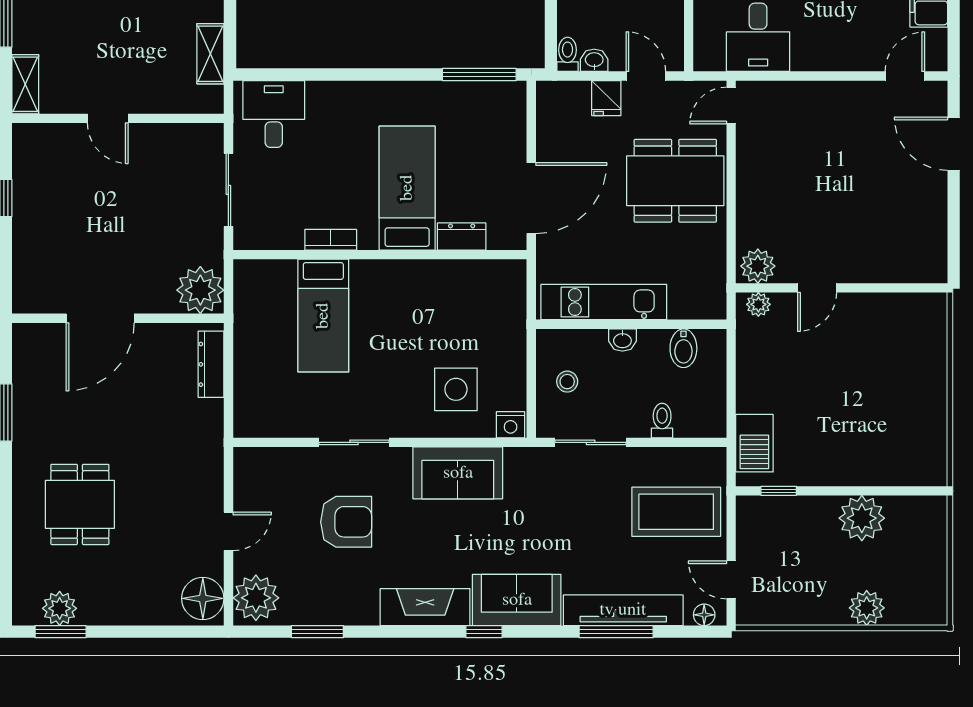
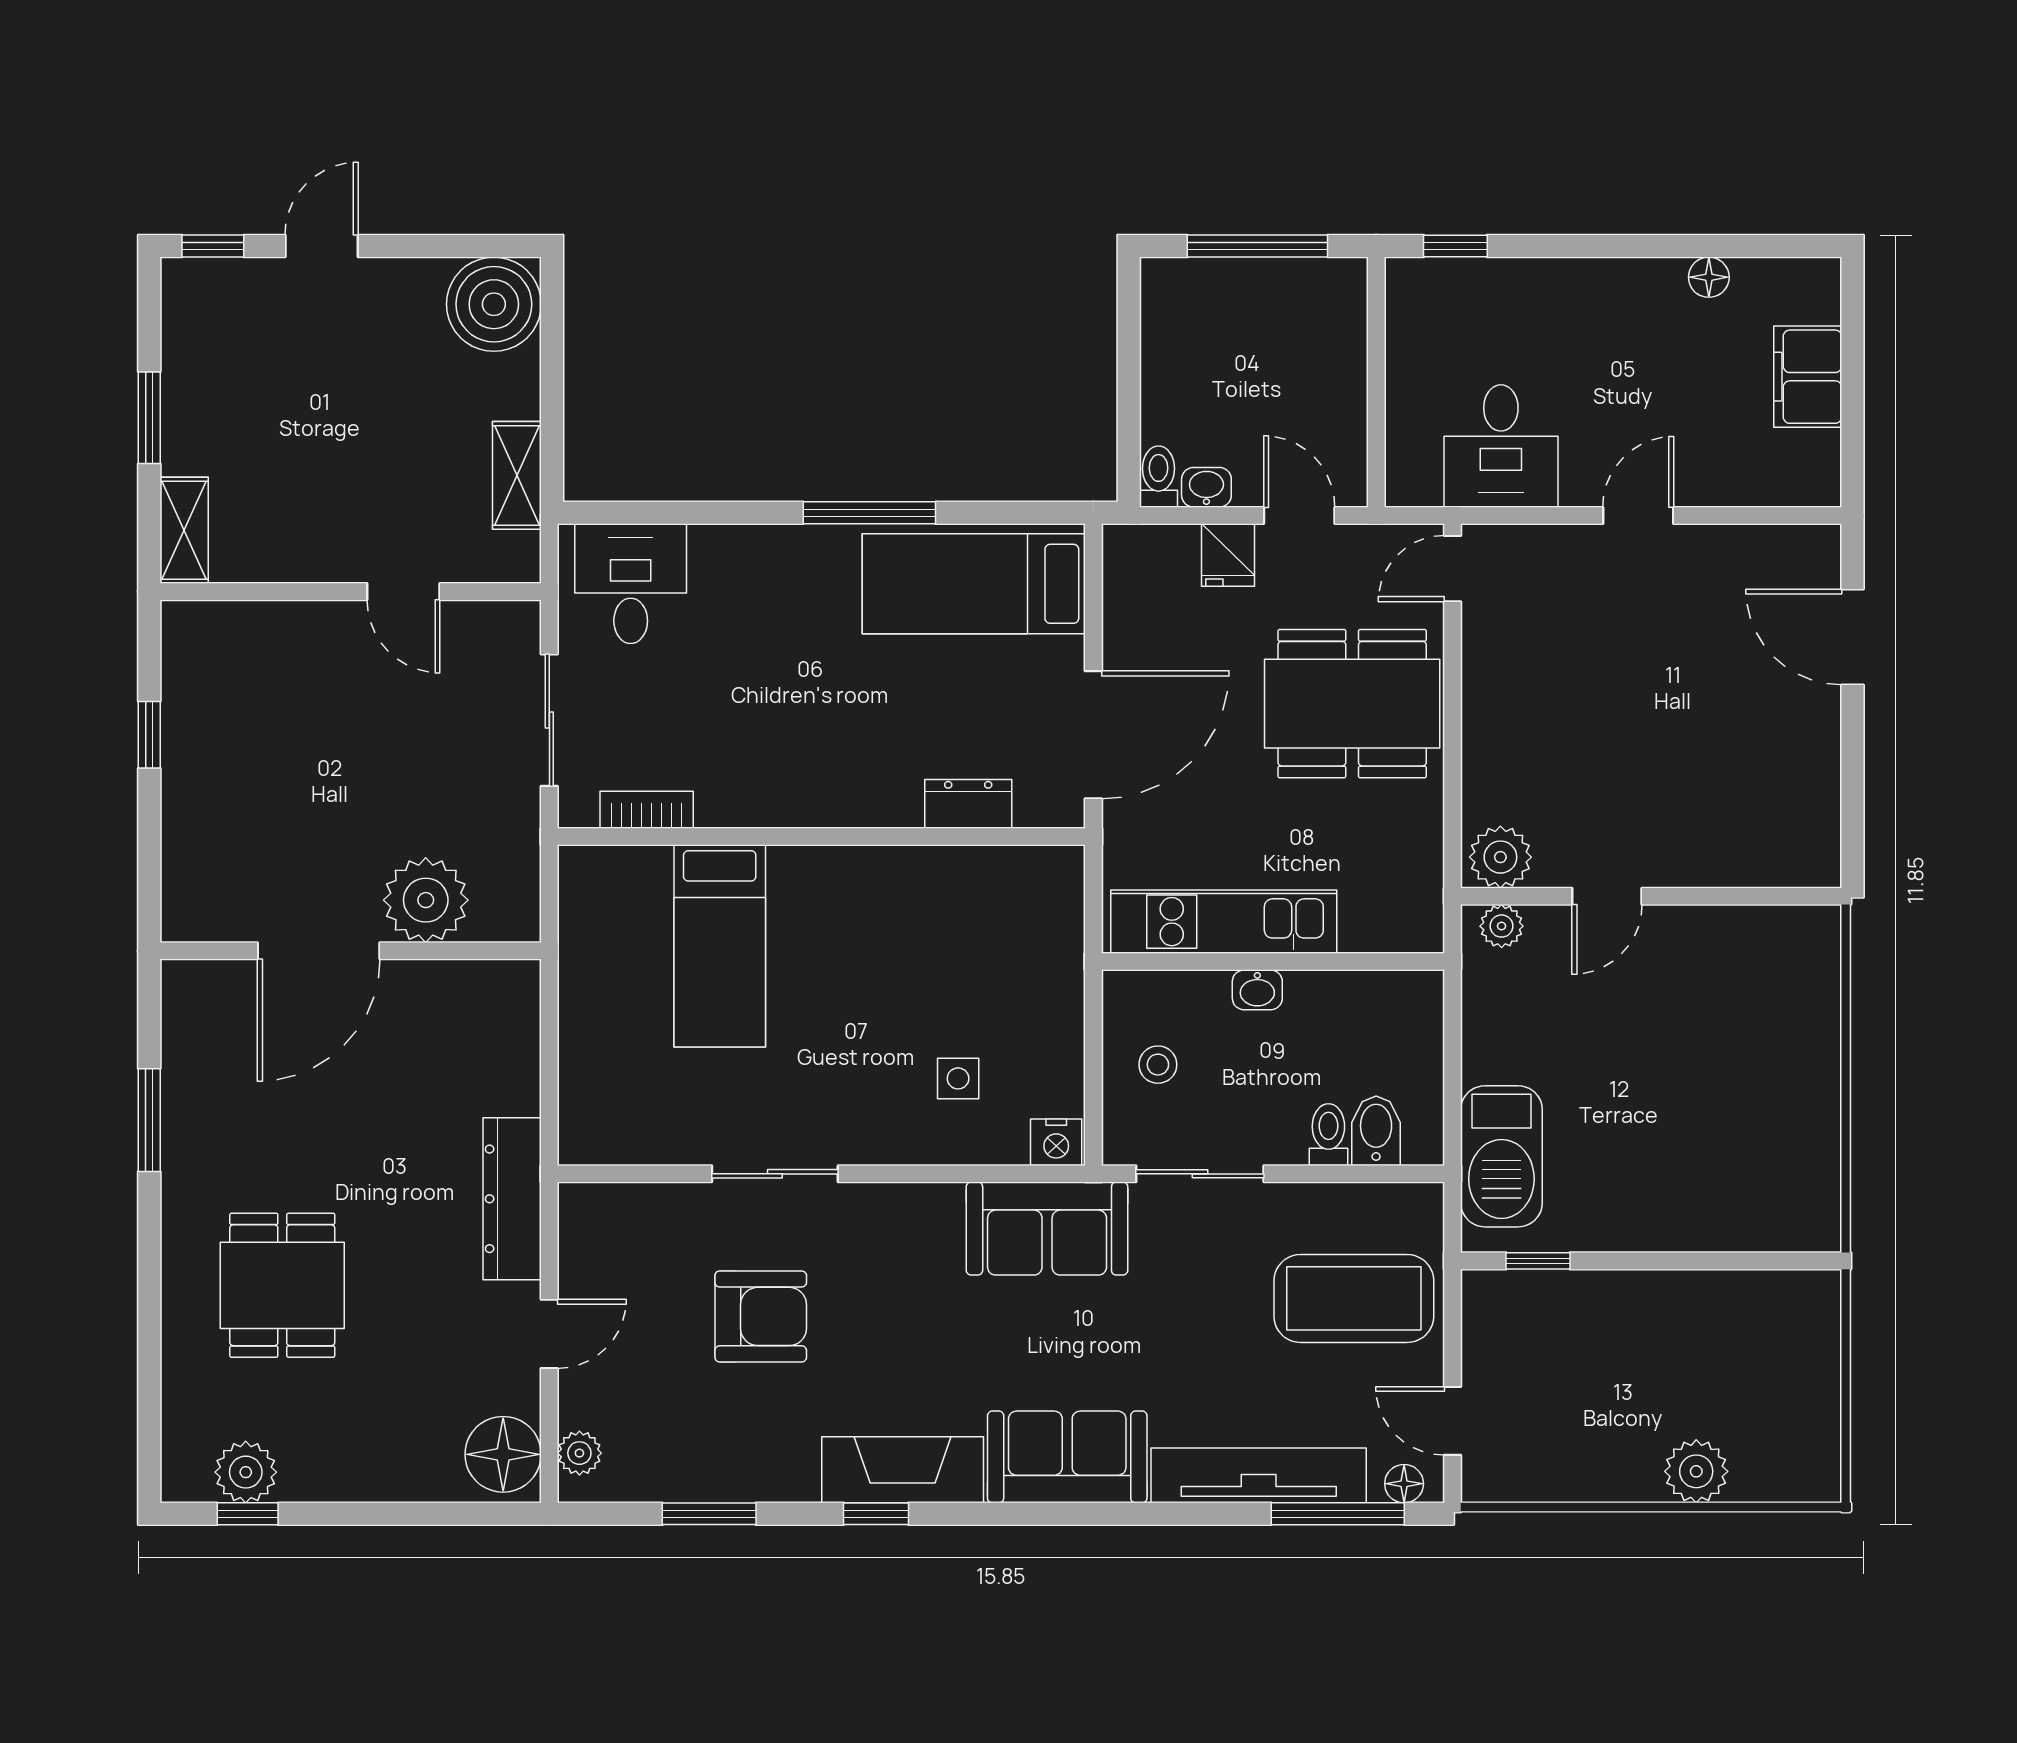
window: (479, 74) -> (869, 513), moved
door: (905, 76) -> (1638, 515), moved
door: (108, 118) -> (403, 592), moved
bed: (407, 188) -> (974, 584), moved, turned -90
bookcase: (331, 240) -> (647, 810), moved
plant: (200, 290) -> (426, 900), moved
bidet: (683, 348) -> (1376, 1131), moved, turned 180
dresser: (211, 364) -> (512, 1199), moved, width x1.37, depth x1.24
side table: (456, 389) -> (958, 1078), width x0.54, depth x0.54
barbecue: (754, 443) -> (1501, 1156), width x1.37, depth x1.21
sofa: (458, 473) -> (1047, 1229), moved
plant: (862, 518) -> (1687, 1310), removed
plant: (256, 598) -> (579, 1453), width x0.53, depth x0.53
window: (61, 632) -> (248, 1514), width x0.67
window: (484, 632) -> (876, 1514), moved
window: (616, 632) -> (1338, 1514), moved

